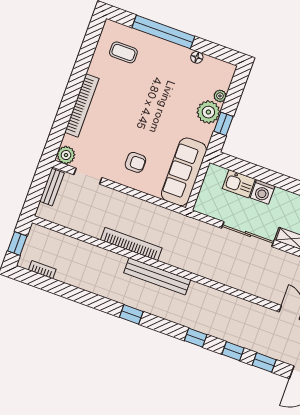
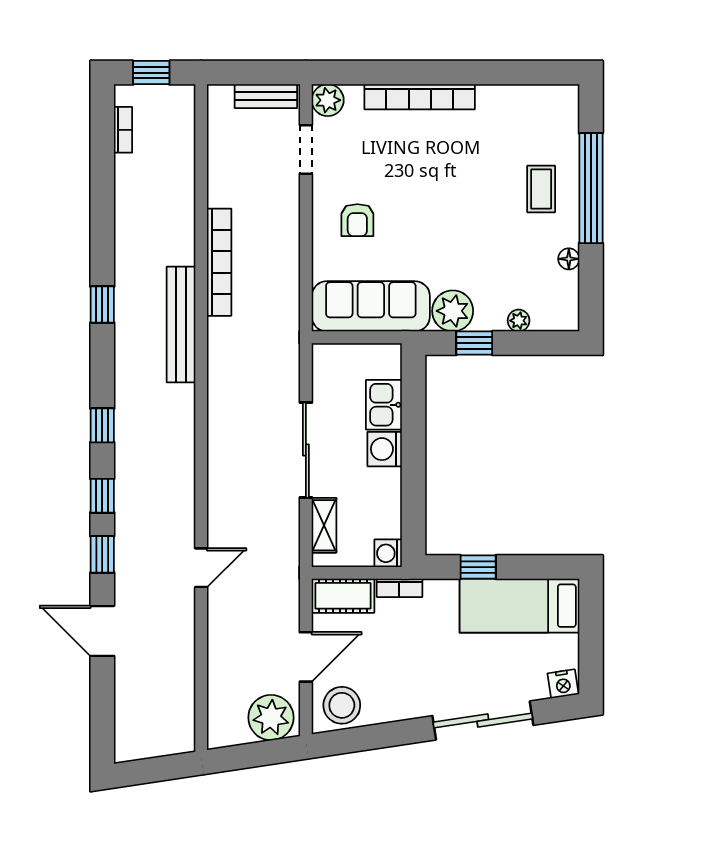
coffee table: (123, 52) -> (541, 189), moved
plant: (208, 112) -> (453, 311), moved

